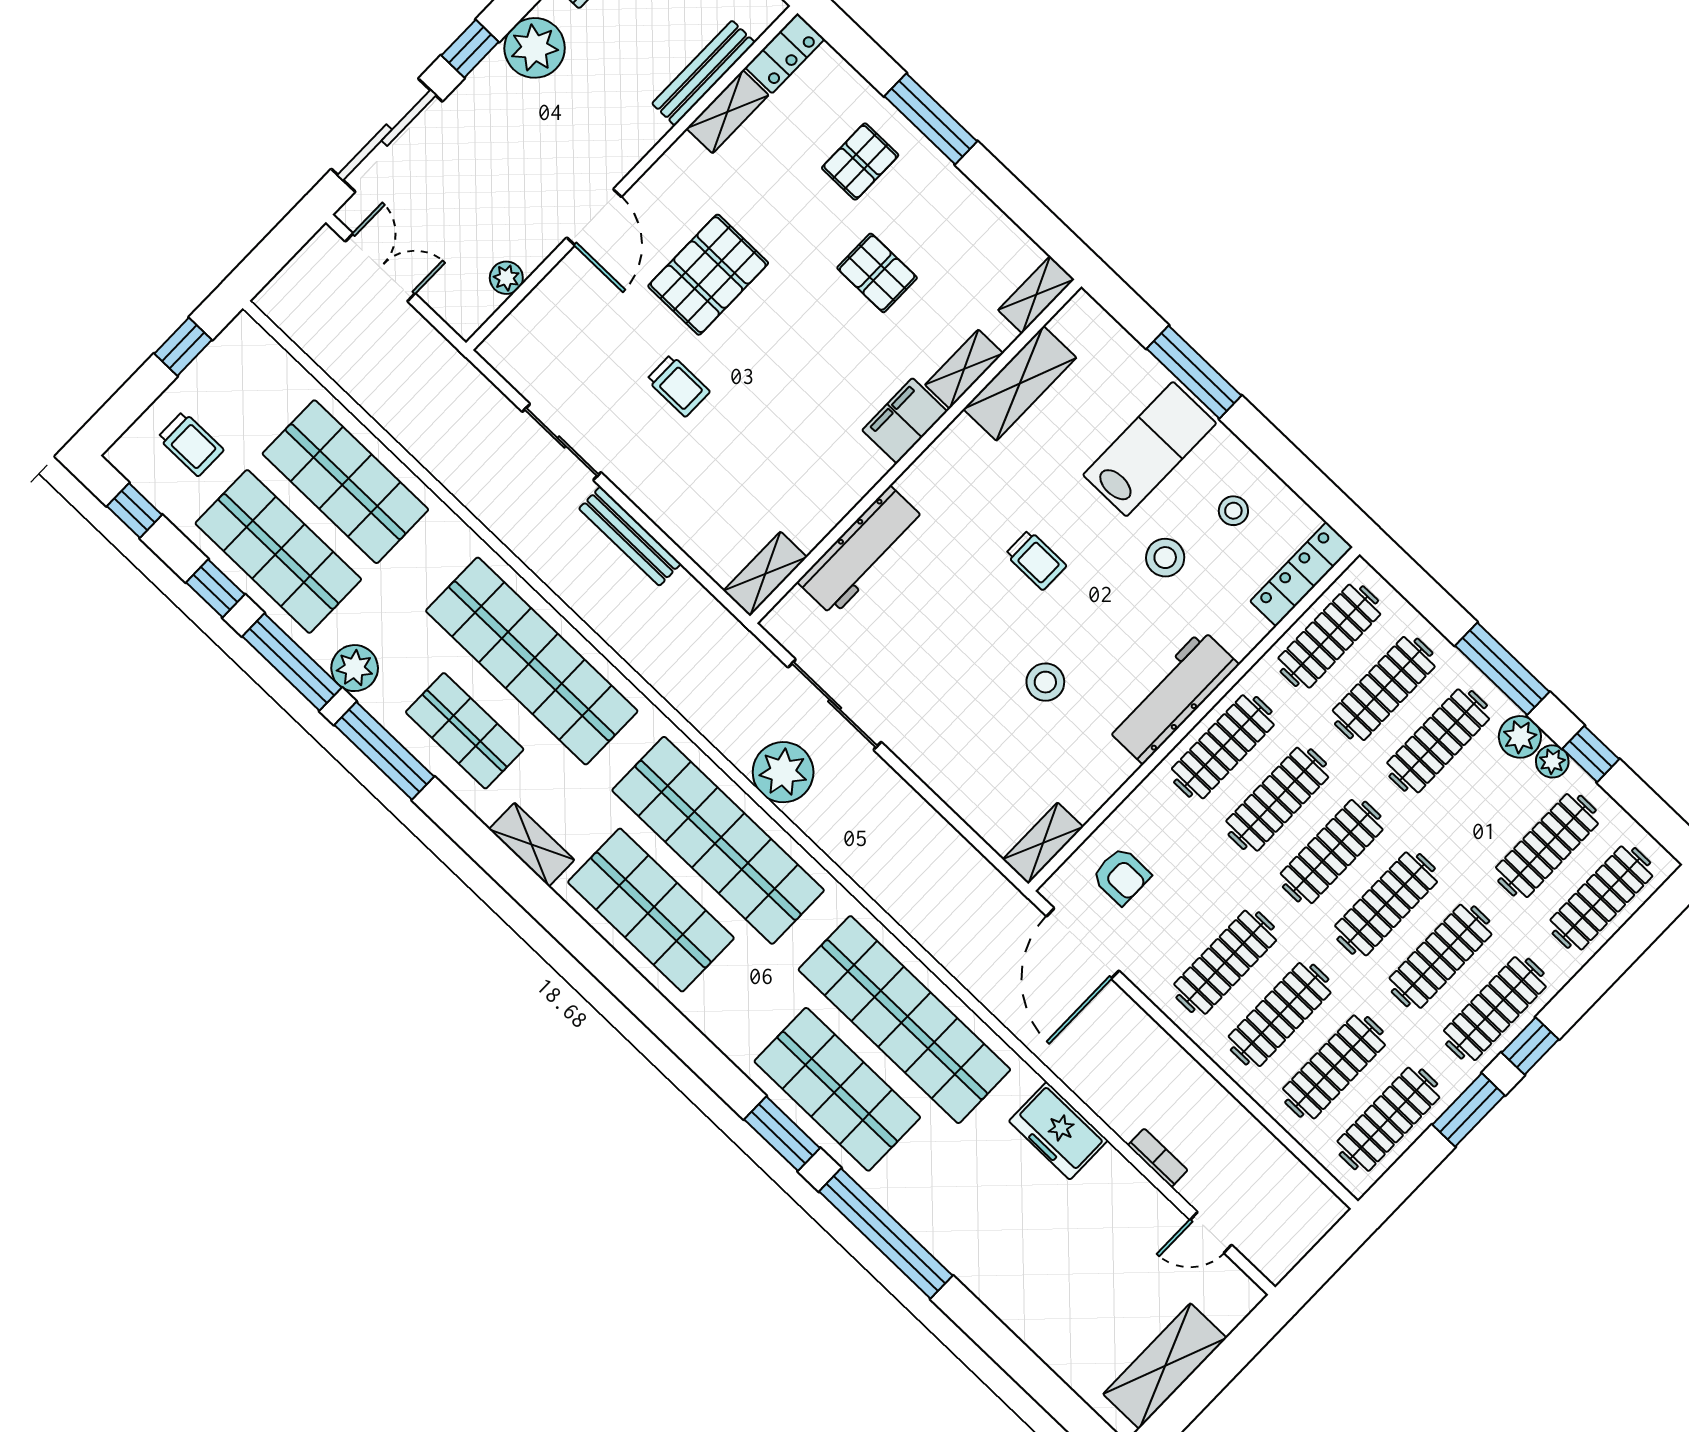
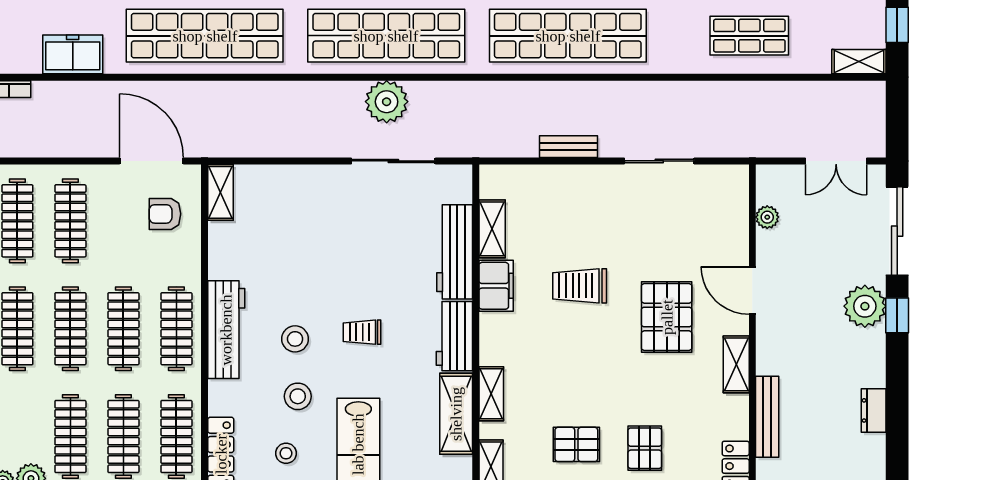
plant: (535, 48) -> (865, 306), moved
shelving: (728, 112) -> (736, 364), moved
pallet: (877, 273) -> (576, 444), moved
shelving: (259, 347) -> (859, 62), added
trolley: (678, 386) -> (580, 286), moved, width x1.36, depth x1.39
filing cabinet: (905, 421) -> (496, 286), moved
workbench: (945, 465) -> (454, 336), added
shop shelf: (345, 482) -> (749, 36), width x0.70, depth x0.74
bench: (630, 536) -> (568, 147), width x0.73
shelving: (765, 574) -> (492, 229), moved
stool: (1045, 682) -> (295, 339), moved

